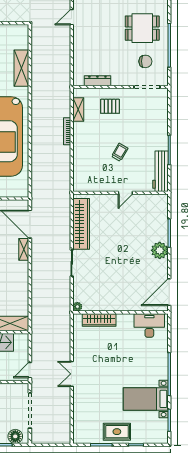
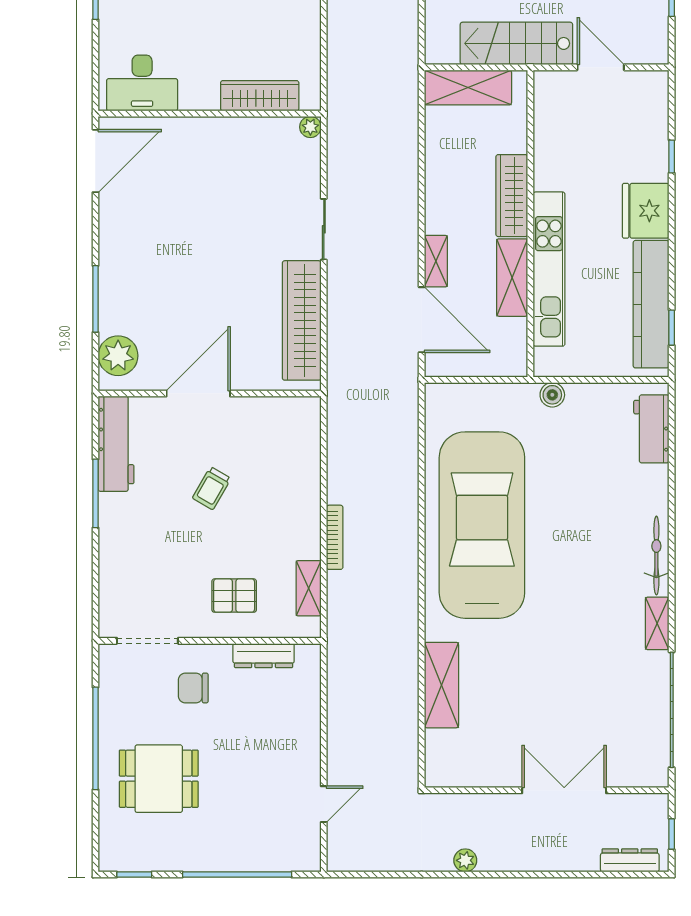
chair: (145, 61) -> (193, 688), moved
door: (125, 193) -> (198, 393), width x1.88
plant: (160, 250) -> (118, 356), moved

